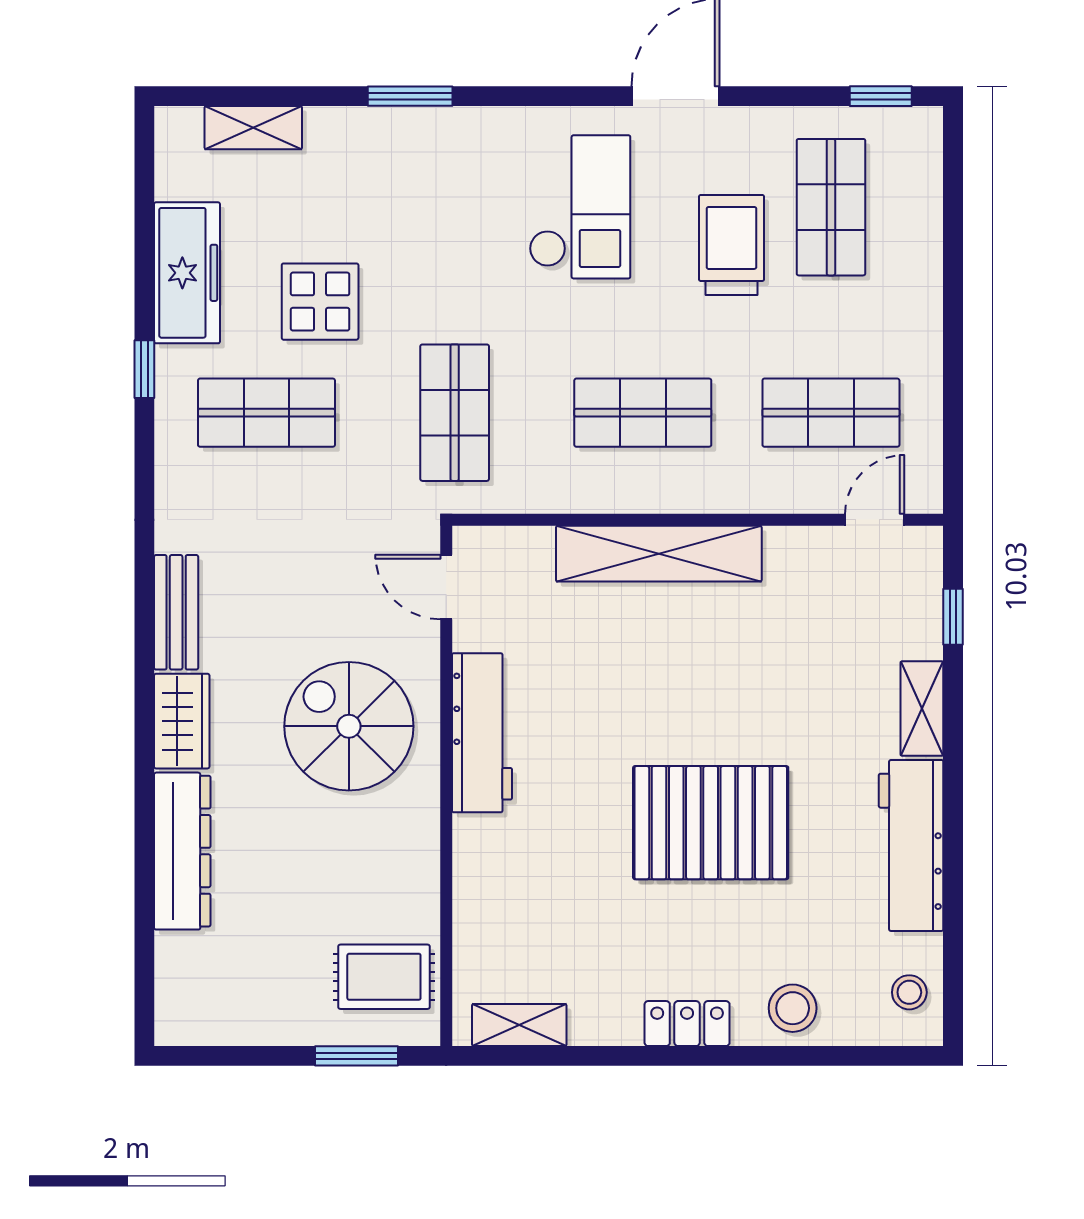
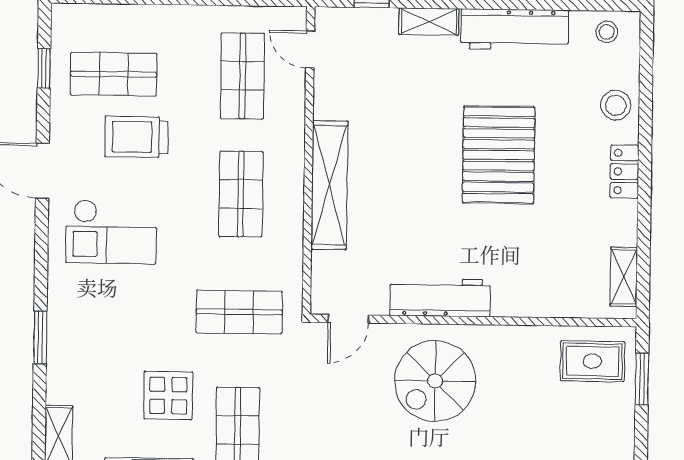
window: (881, 96) -> (44, 68), moved
checkout: (580, 207) -> (111, 232), turned 180
rug: (384, 977) -> (592, 361), turned 90

